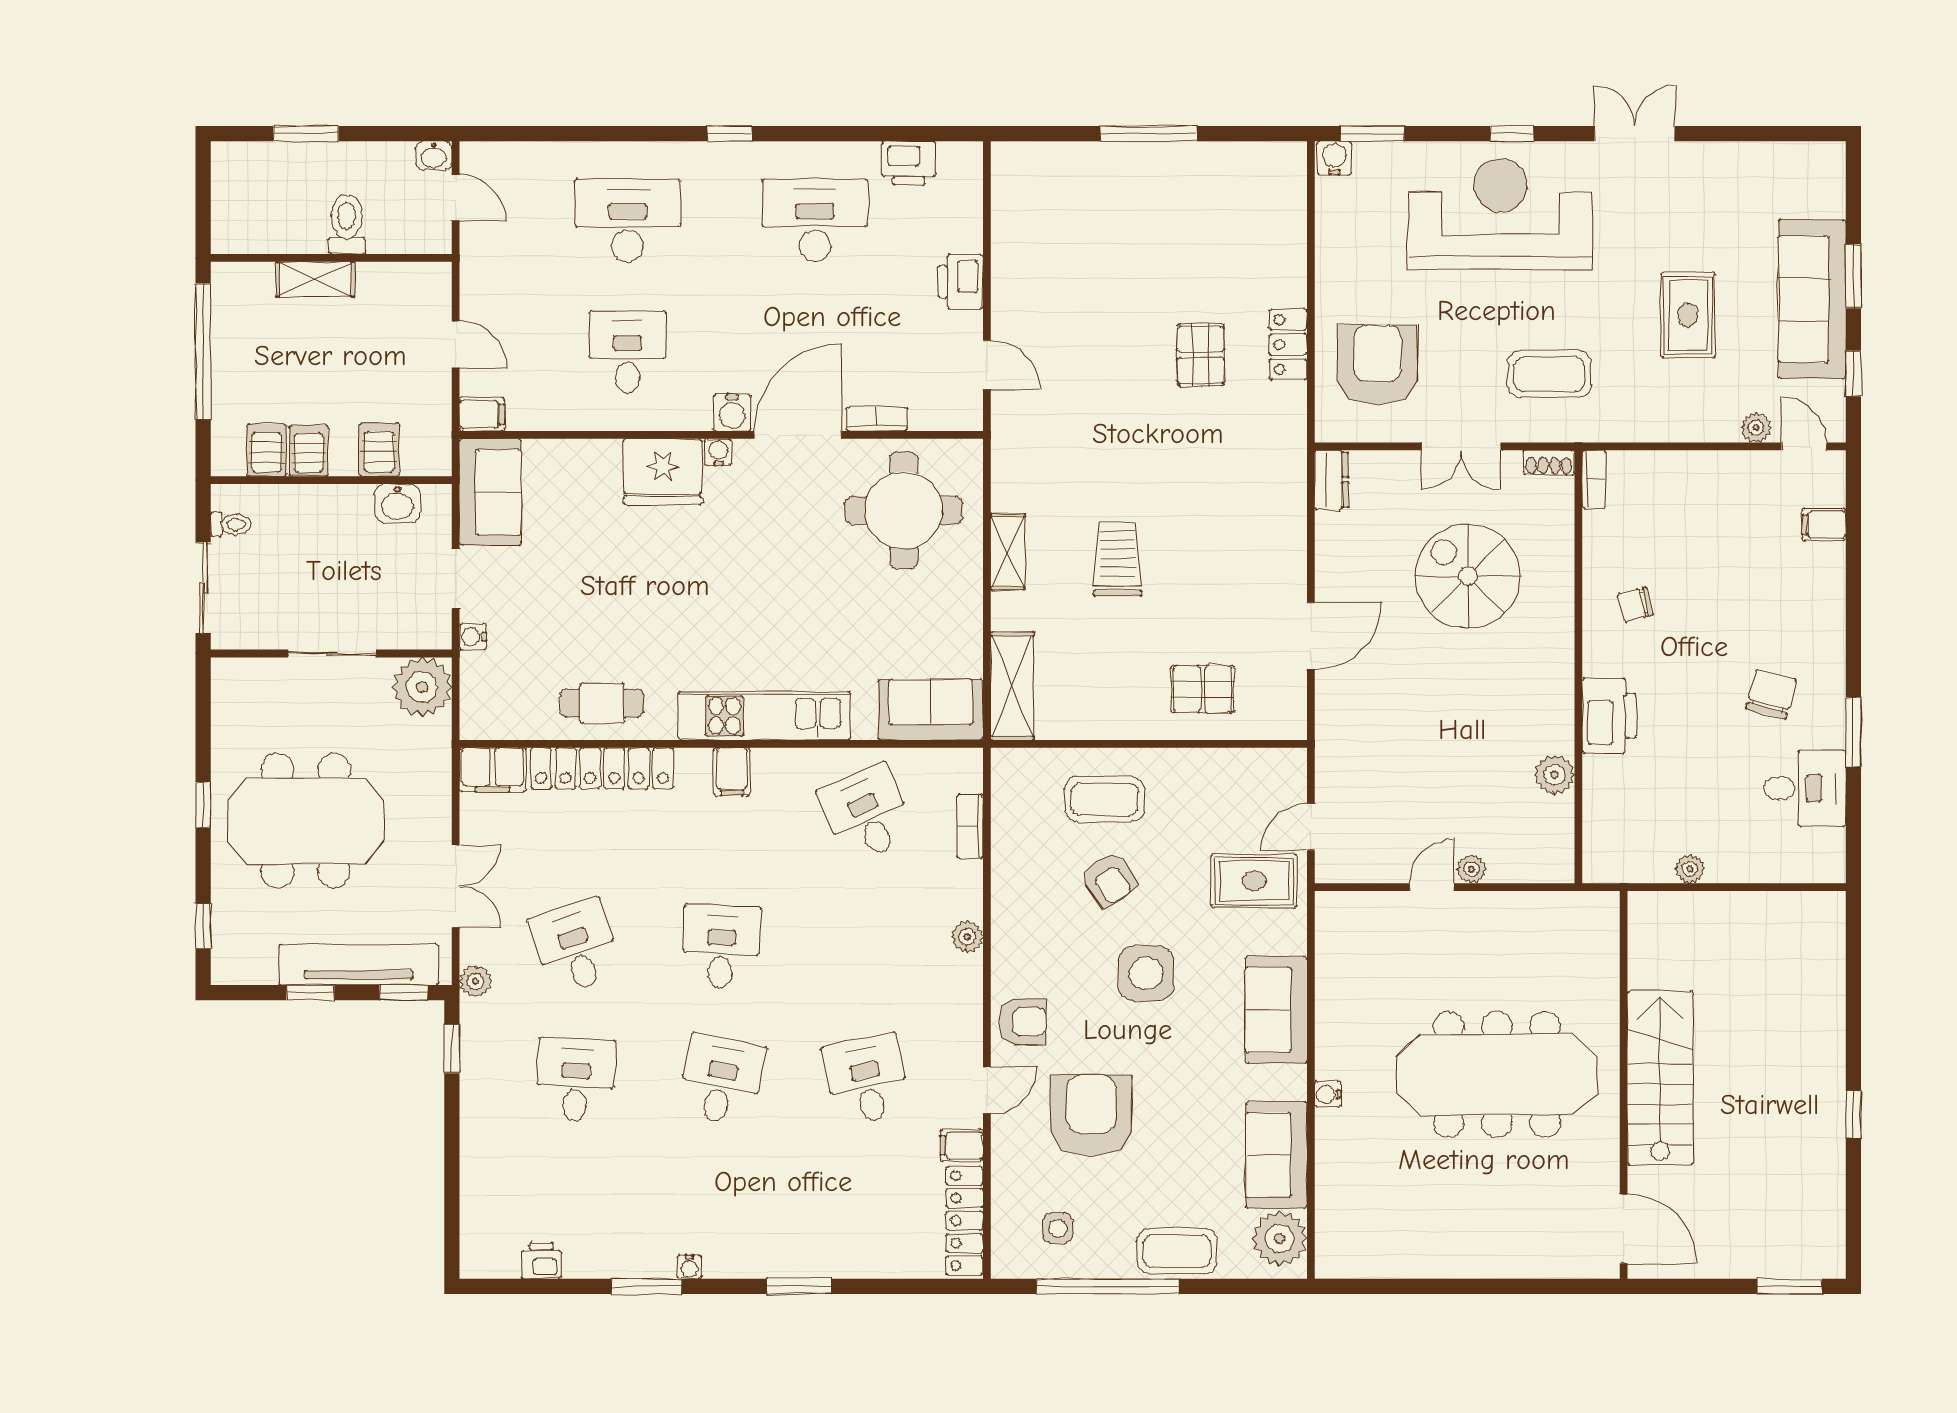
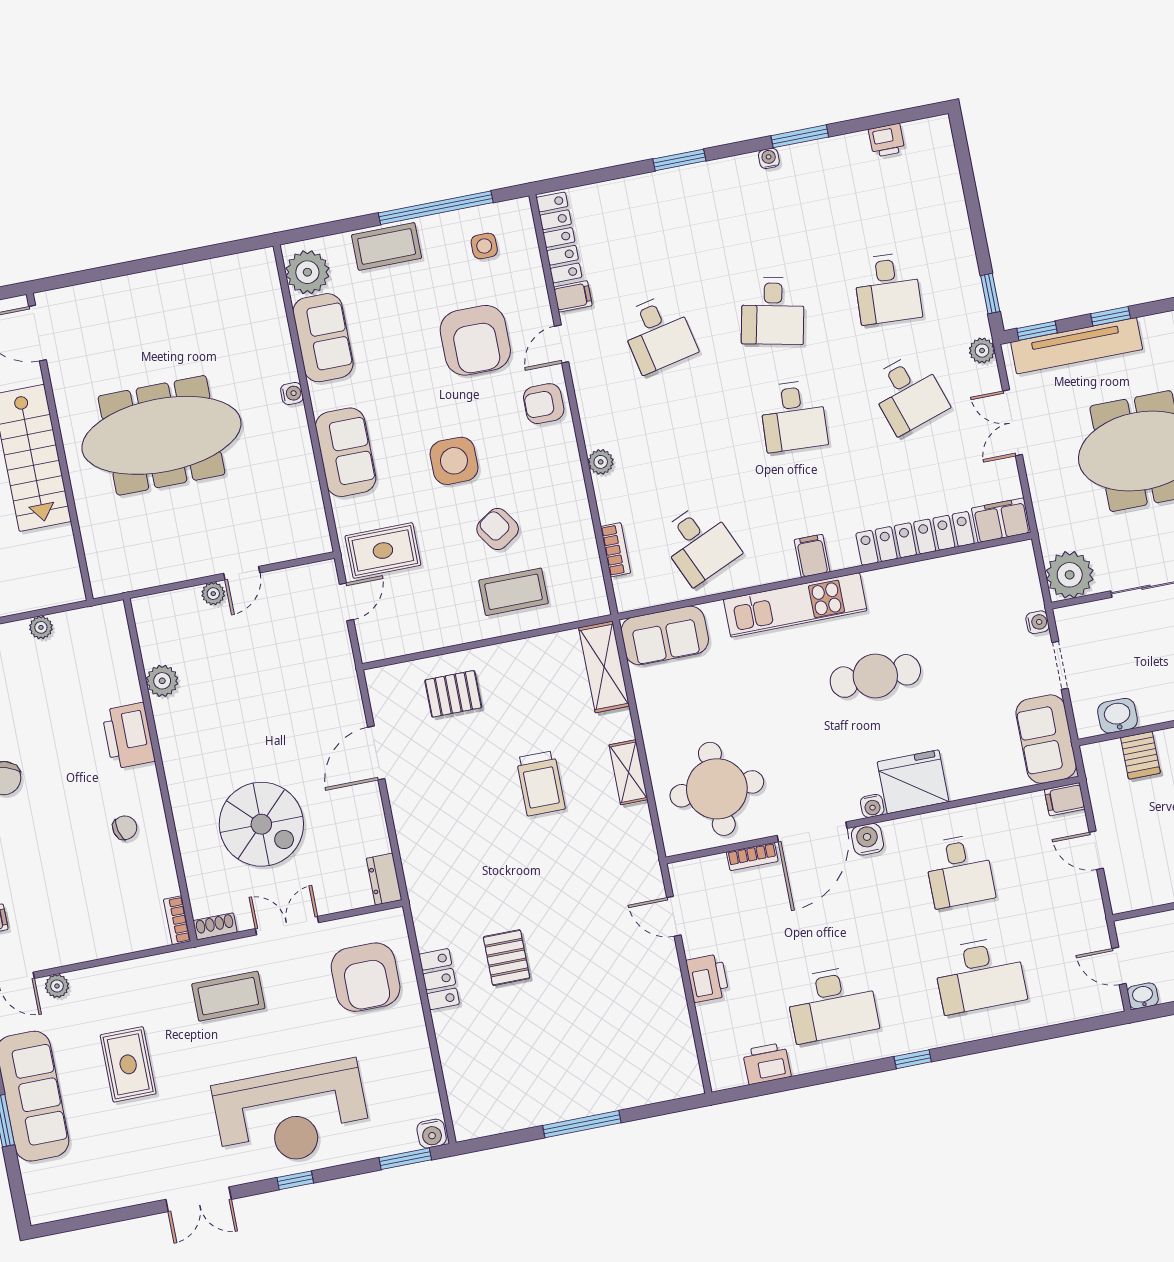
cafe table: (602, 703) -> (875, 676), moved, width x1.37, depth x1.35

